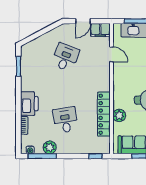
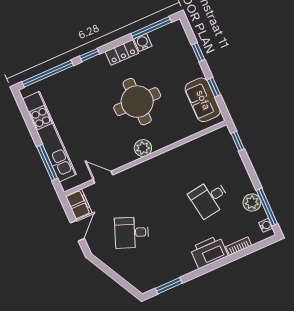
door: (83, 21) -> (77, 231), hinge flipped
door: (111, 54) -> (103, 177), hinge flipped
locker: (104, 114) -> (181, 154), removed
plant: (119, 115) -> (143, 148), moved

